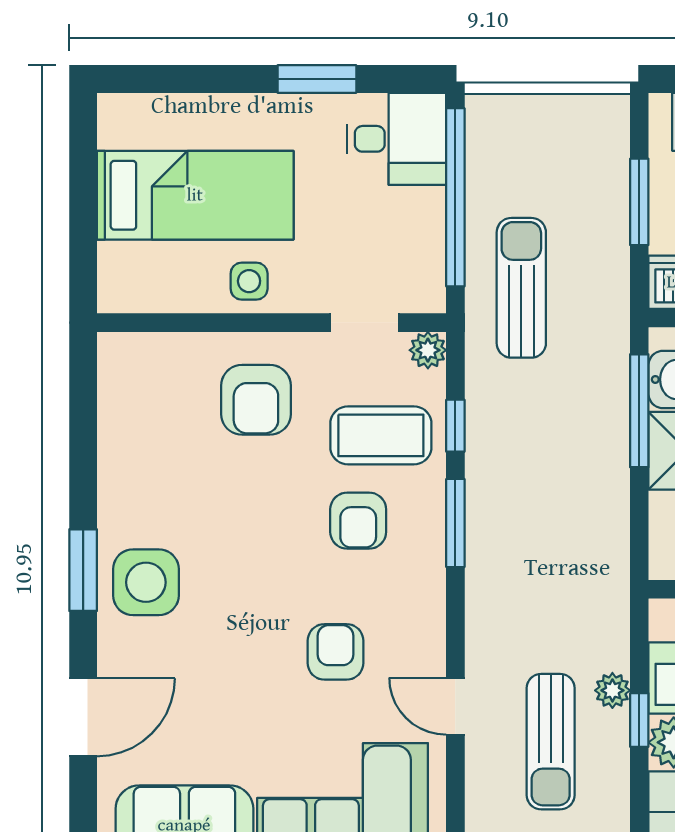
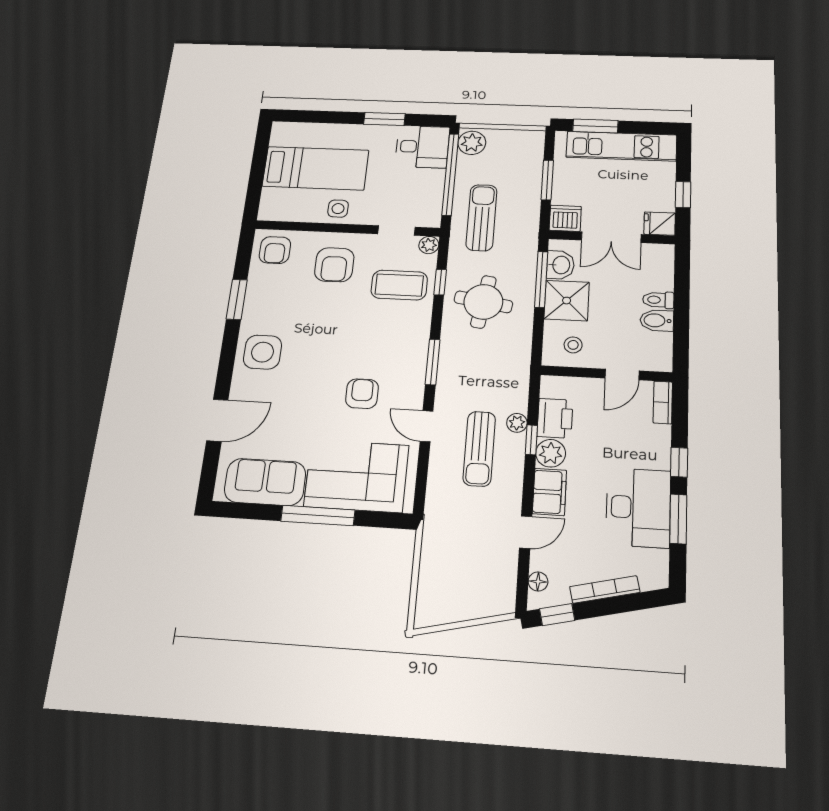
plant: (491, 126) -> (472, 143), added
round table: (537, 461) -> (483, 302), added
armchair: (358, 521) -> (275, 250), moved
window: (455, 523) -> (433, 362), moved
window: (83, 570) -> (237, 299), moved

